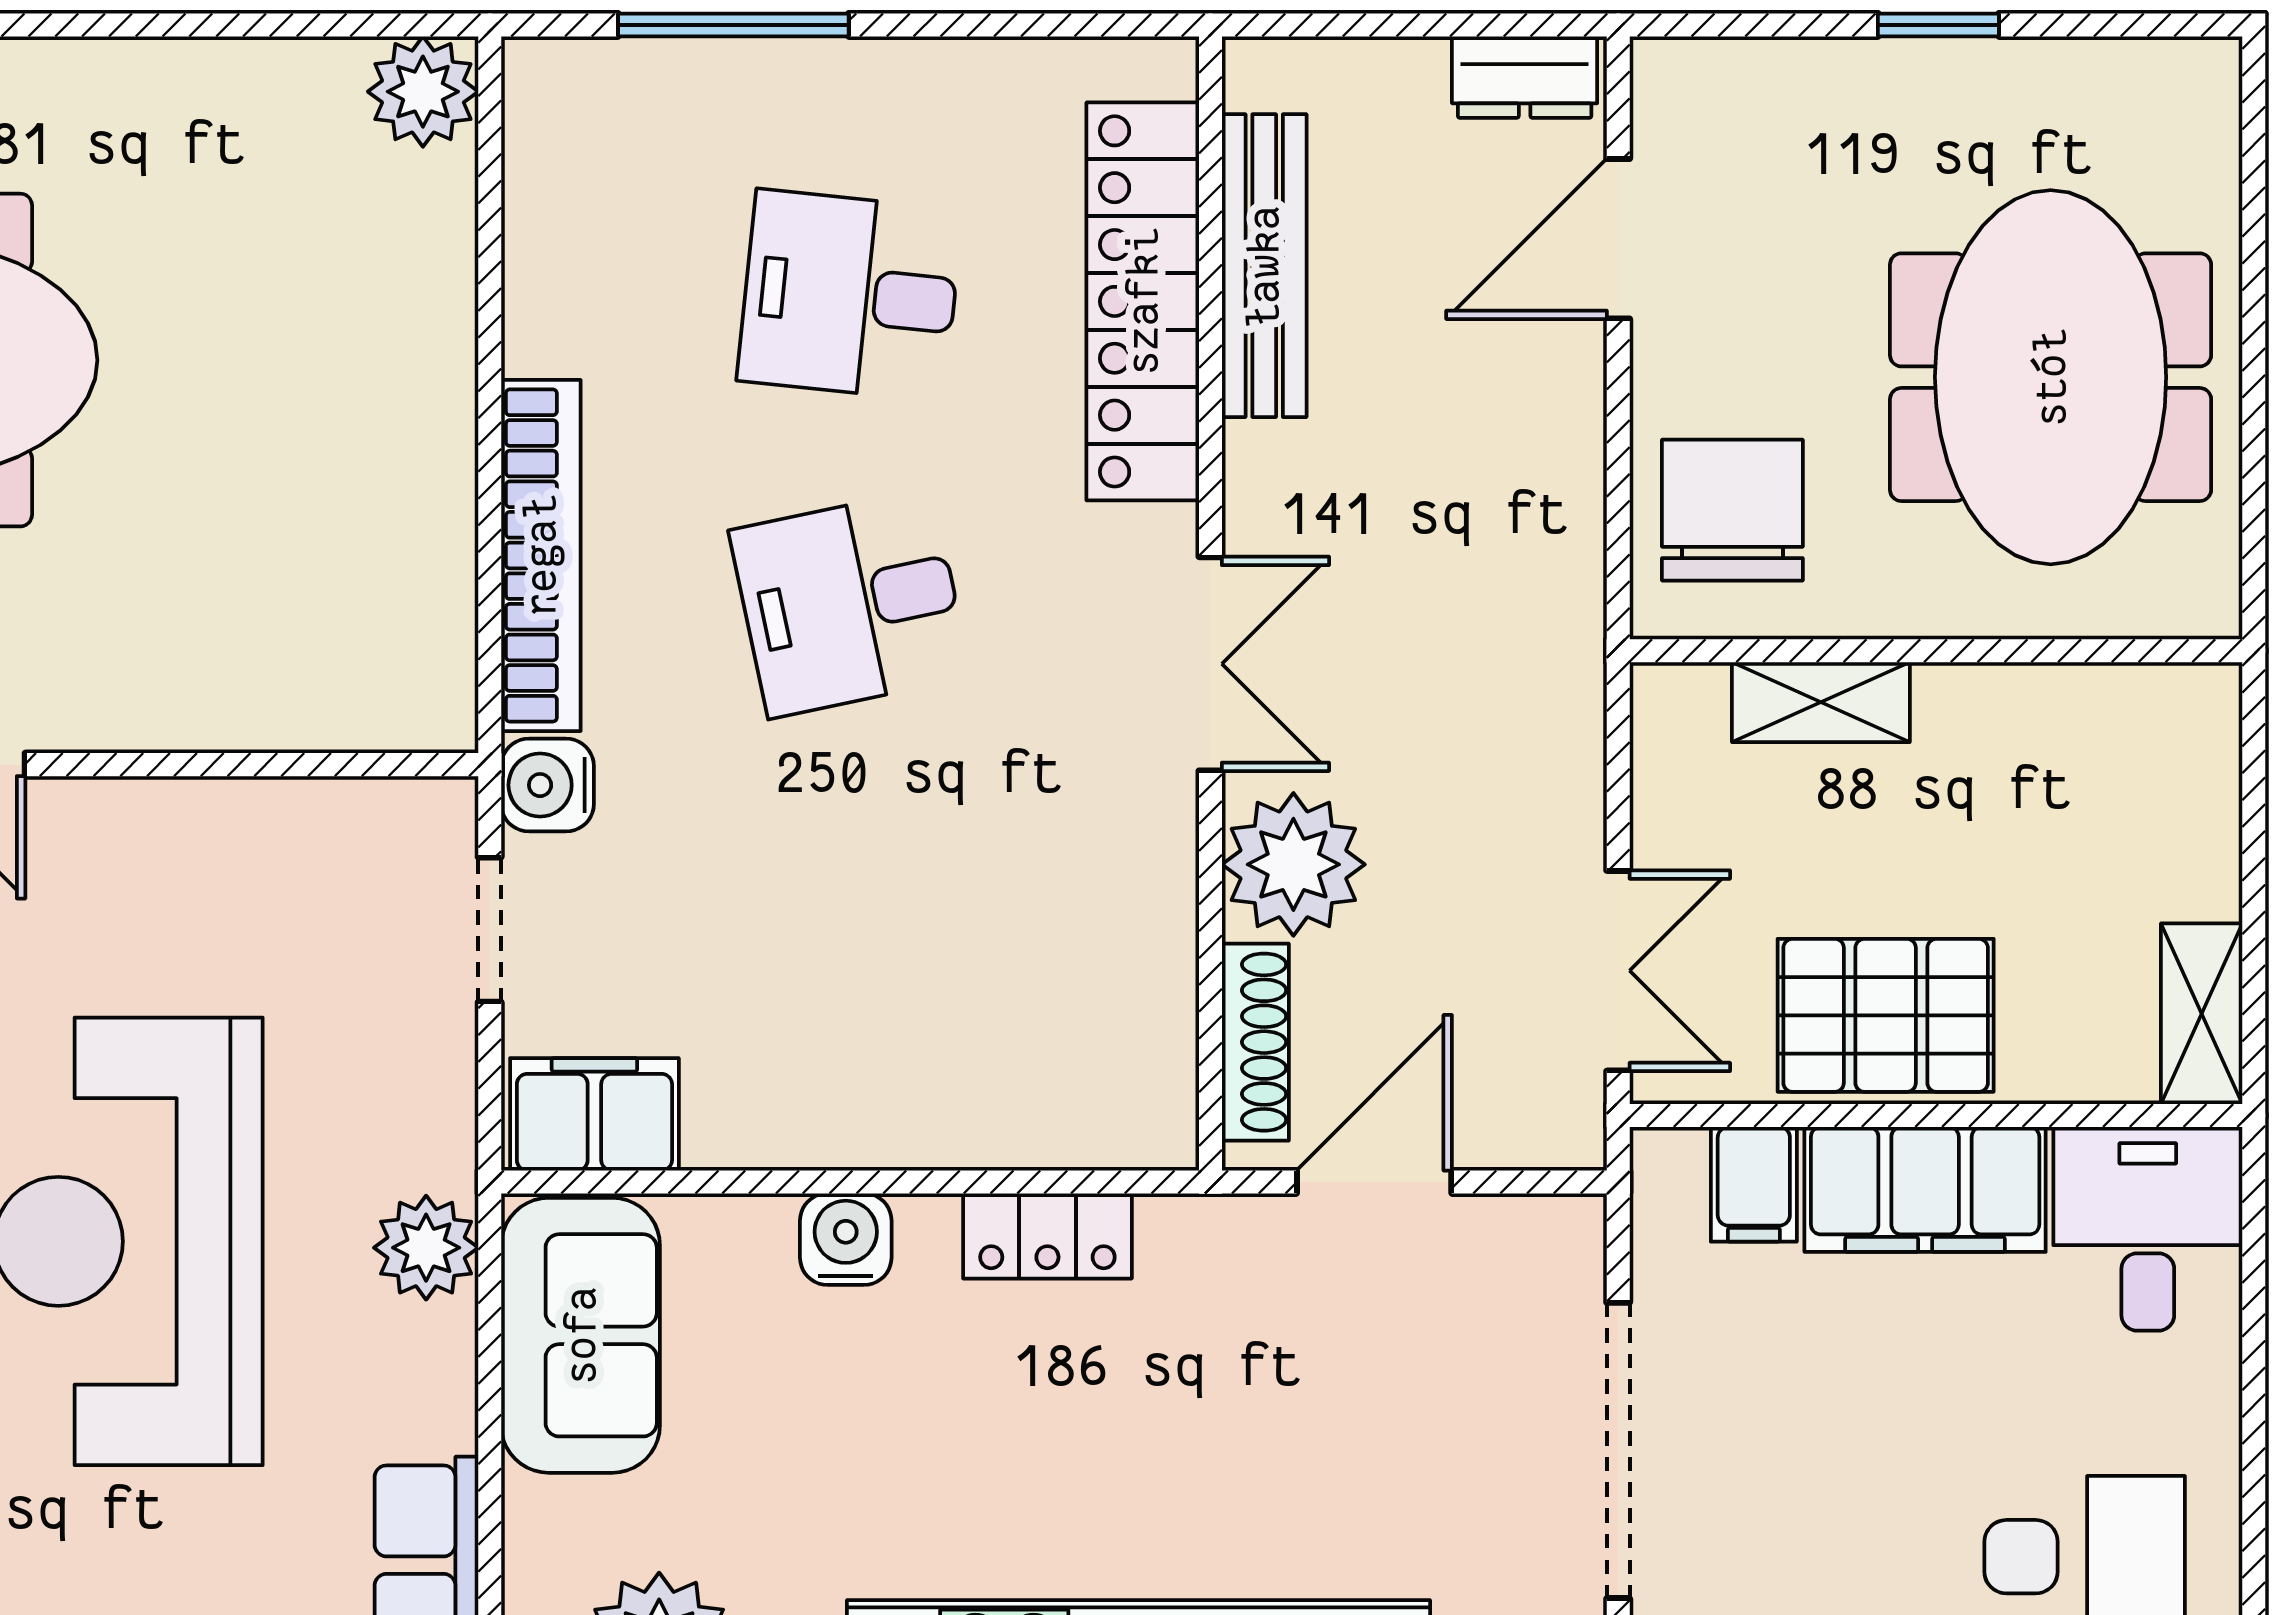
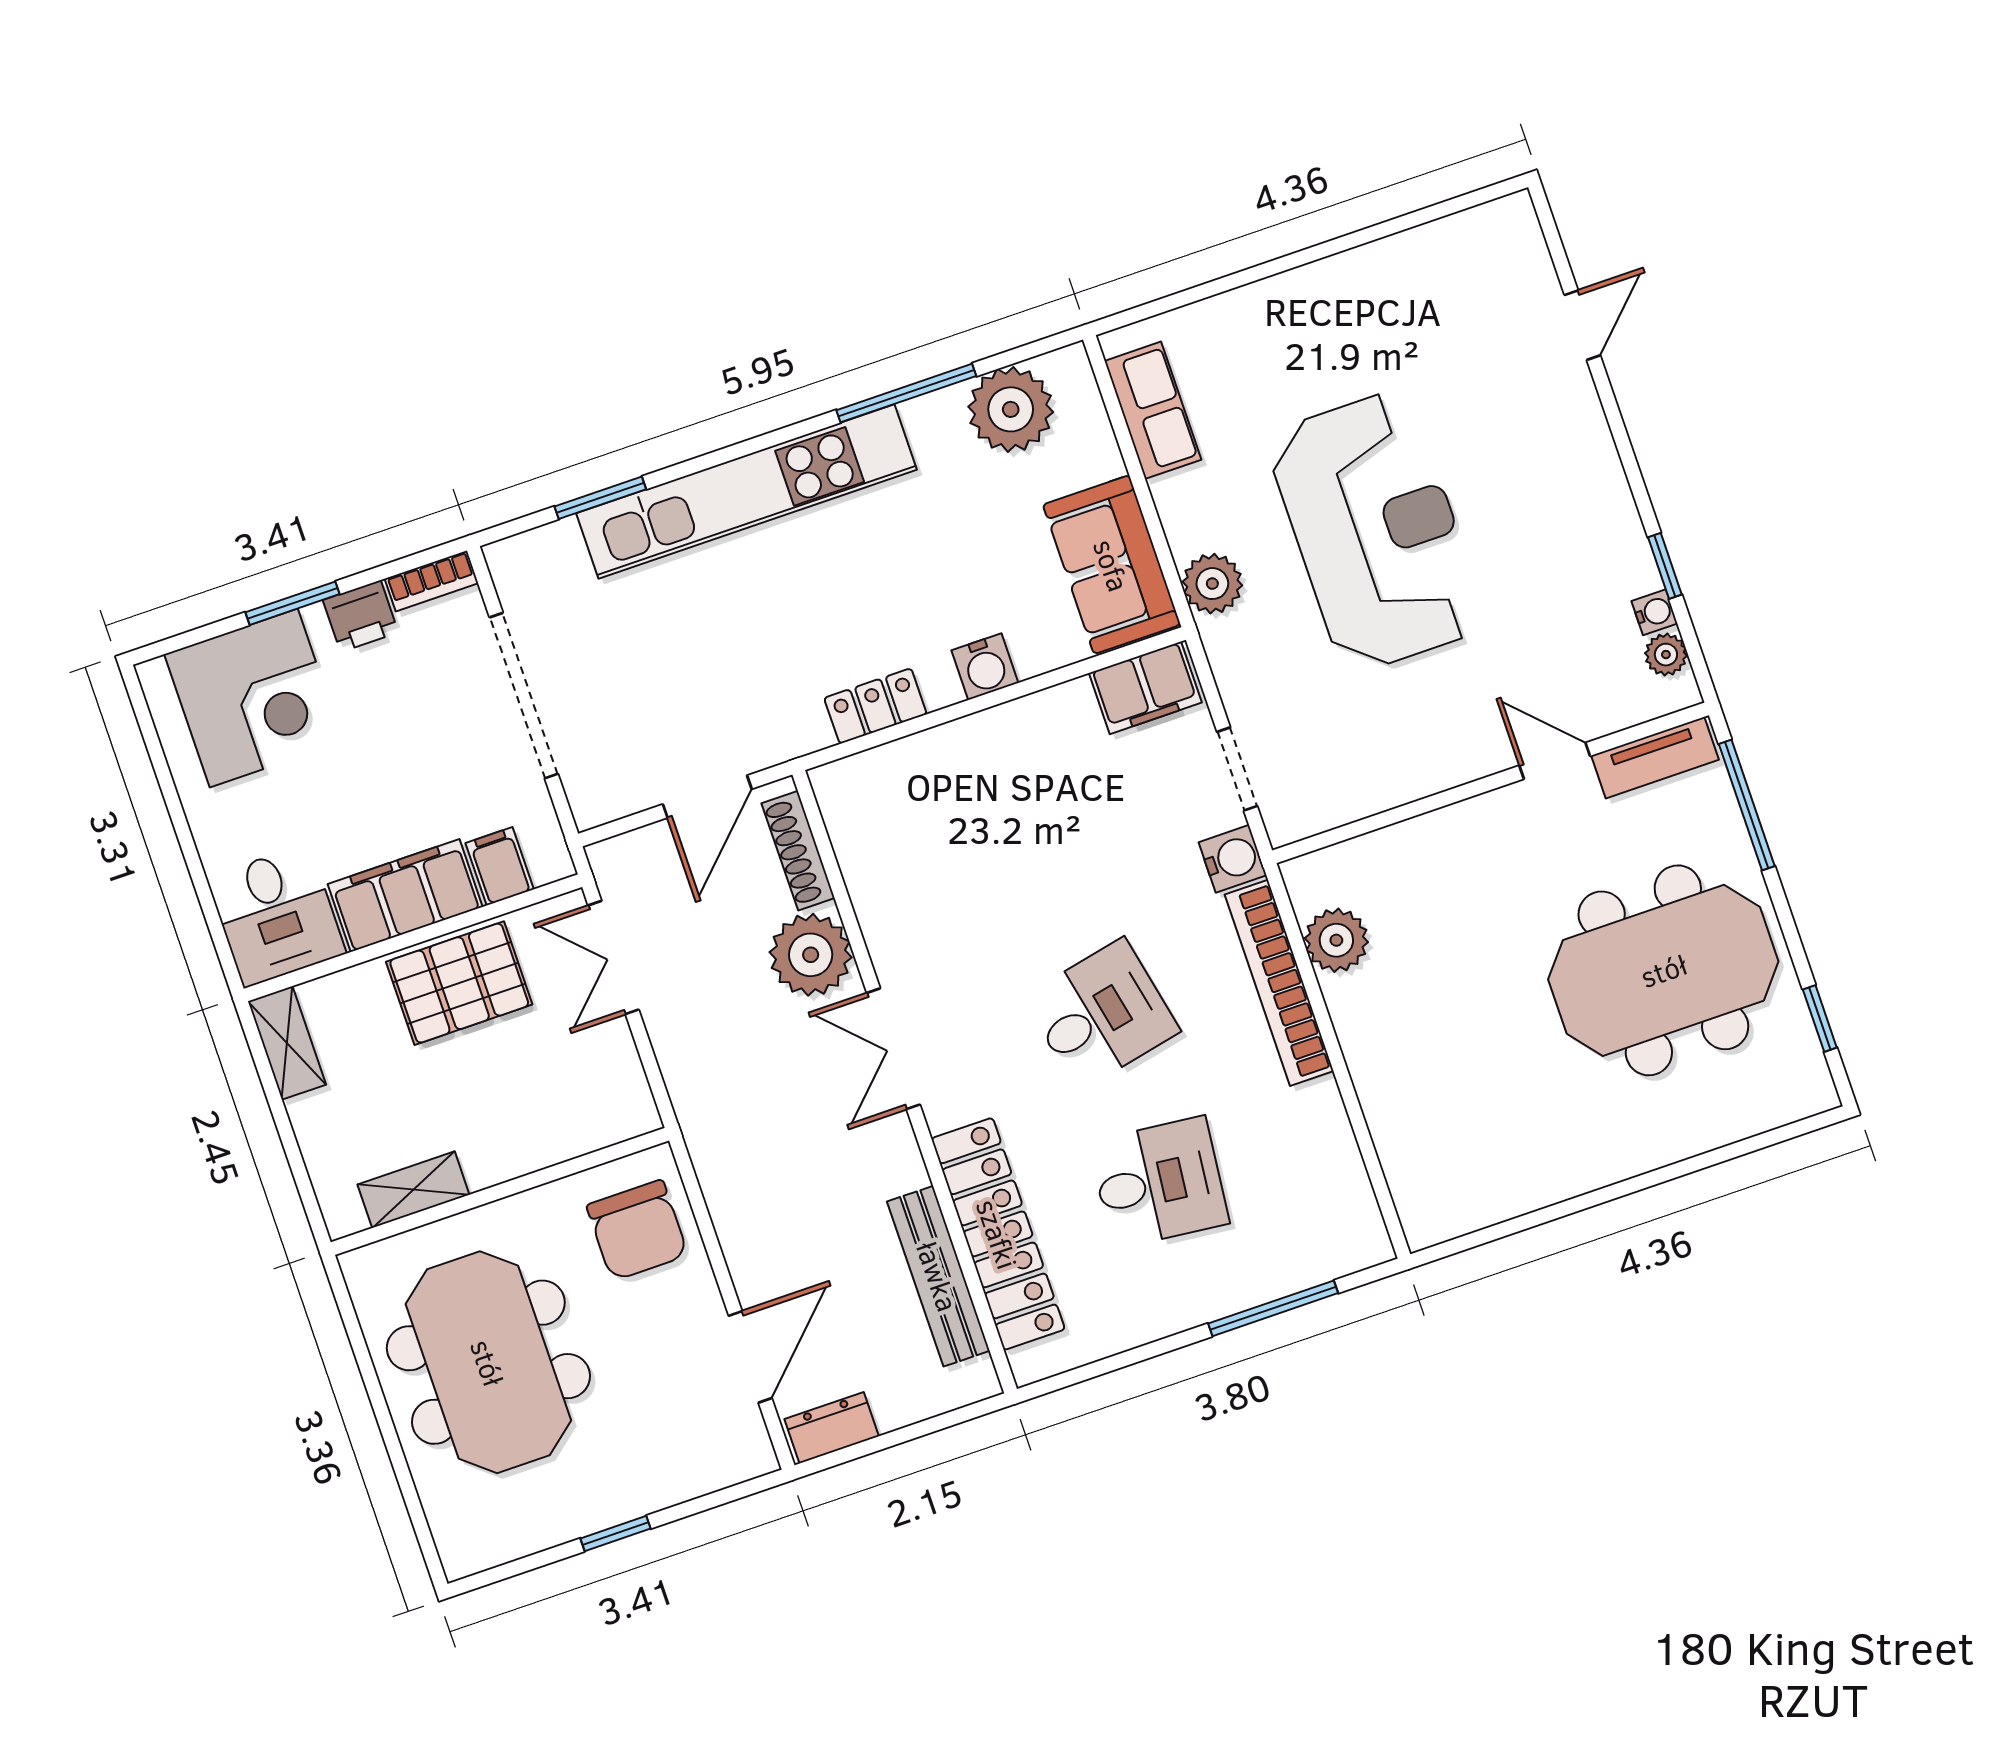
plant: (423, 92) -> (1336, 940), moved
shelving: (1821, 702) -> (413, 1190), moved

